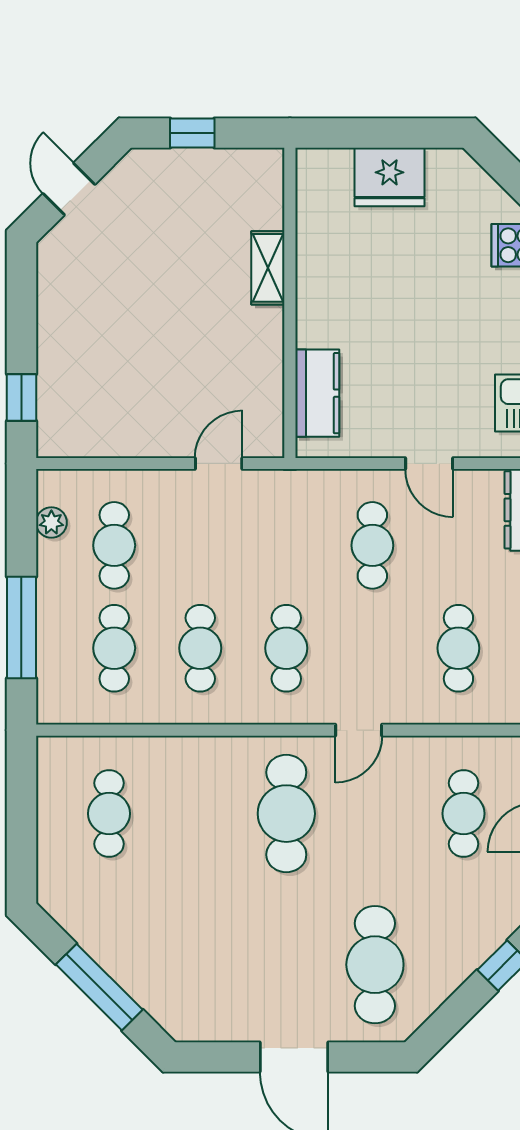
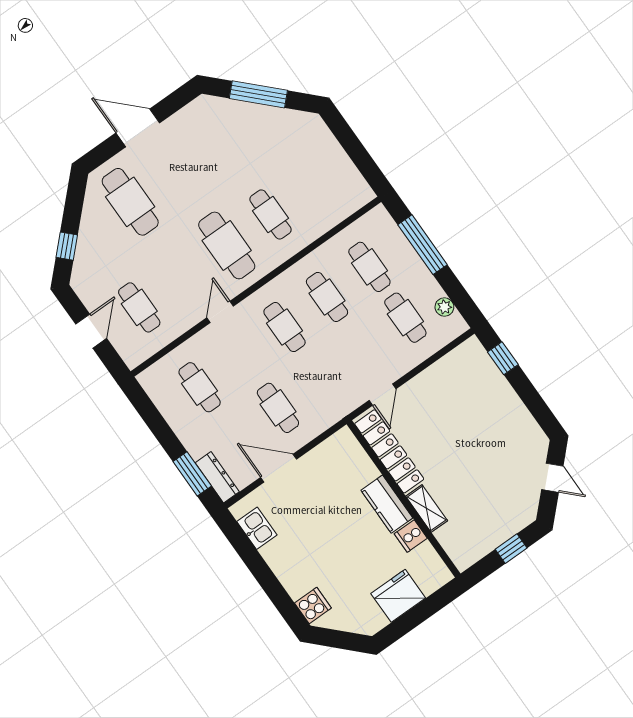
cooker: (316, 246) -> (411, 536), added
locker: (264, 380) -> (389, 451), added
kitchen counter: (317, 393) -> (387, 504), moved
door: (429, 463) -> (279, 468), width x1.38
cafe table: (109, 814) -> (270, 214), moved

